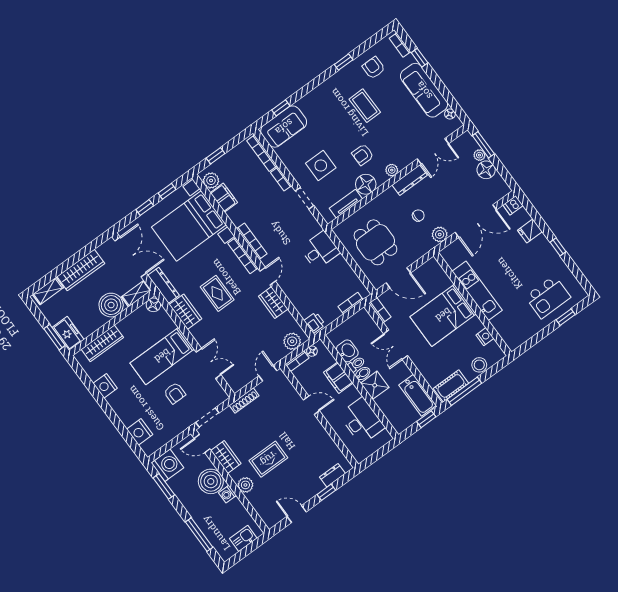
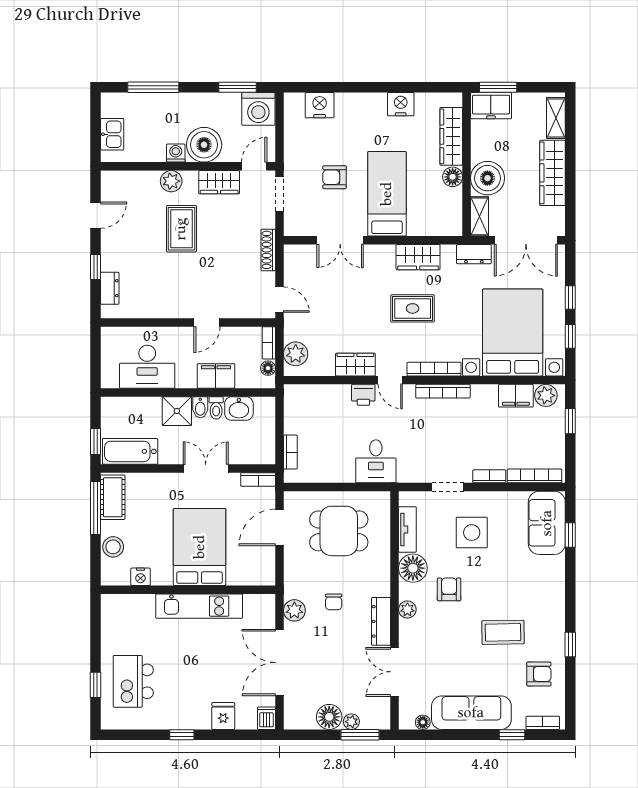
dresser: (163, 285) -> (474, 254), width x0.70
floor lamp: (153, 305) -> (453, 177), moved
printer: (315, 323) -> (363, 395), moved

